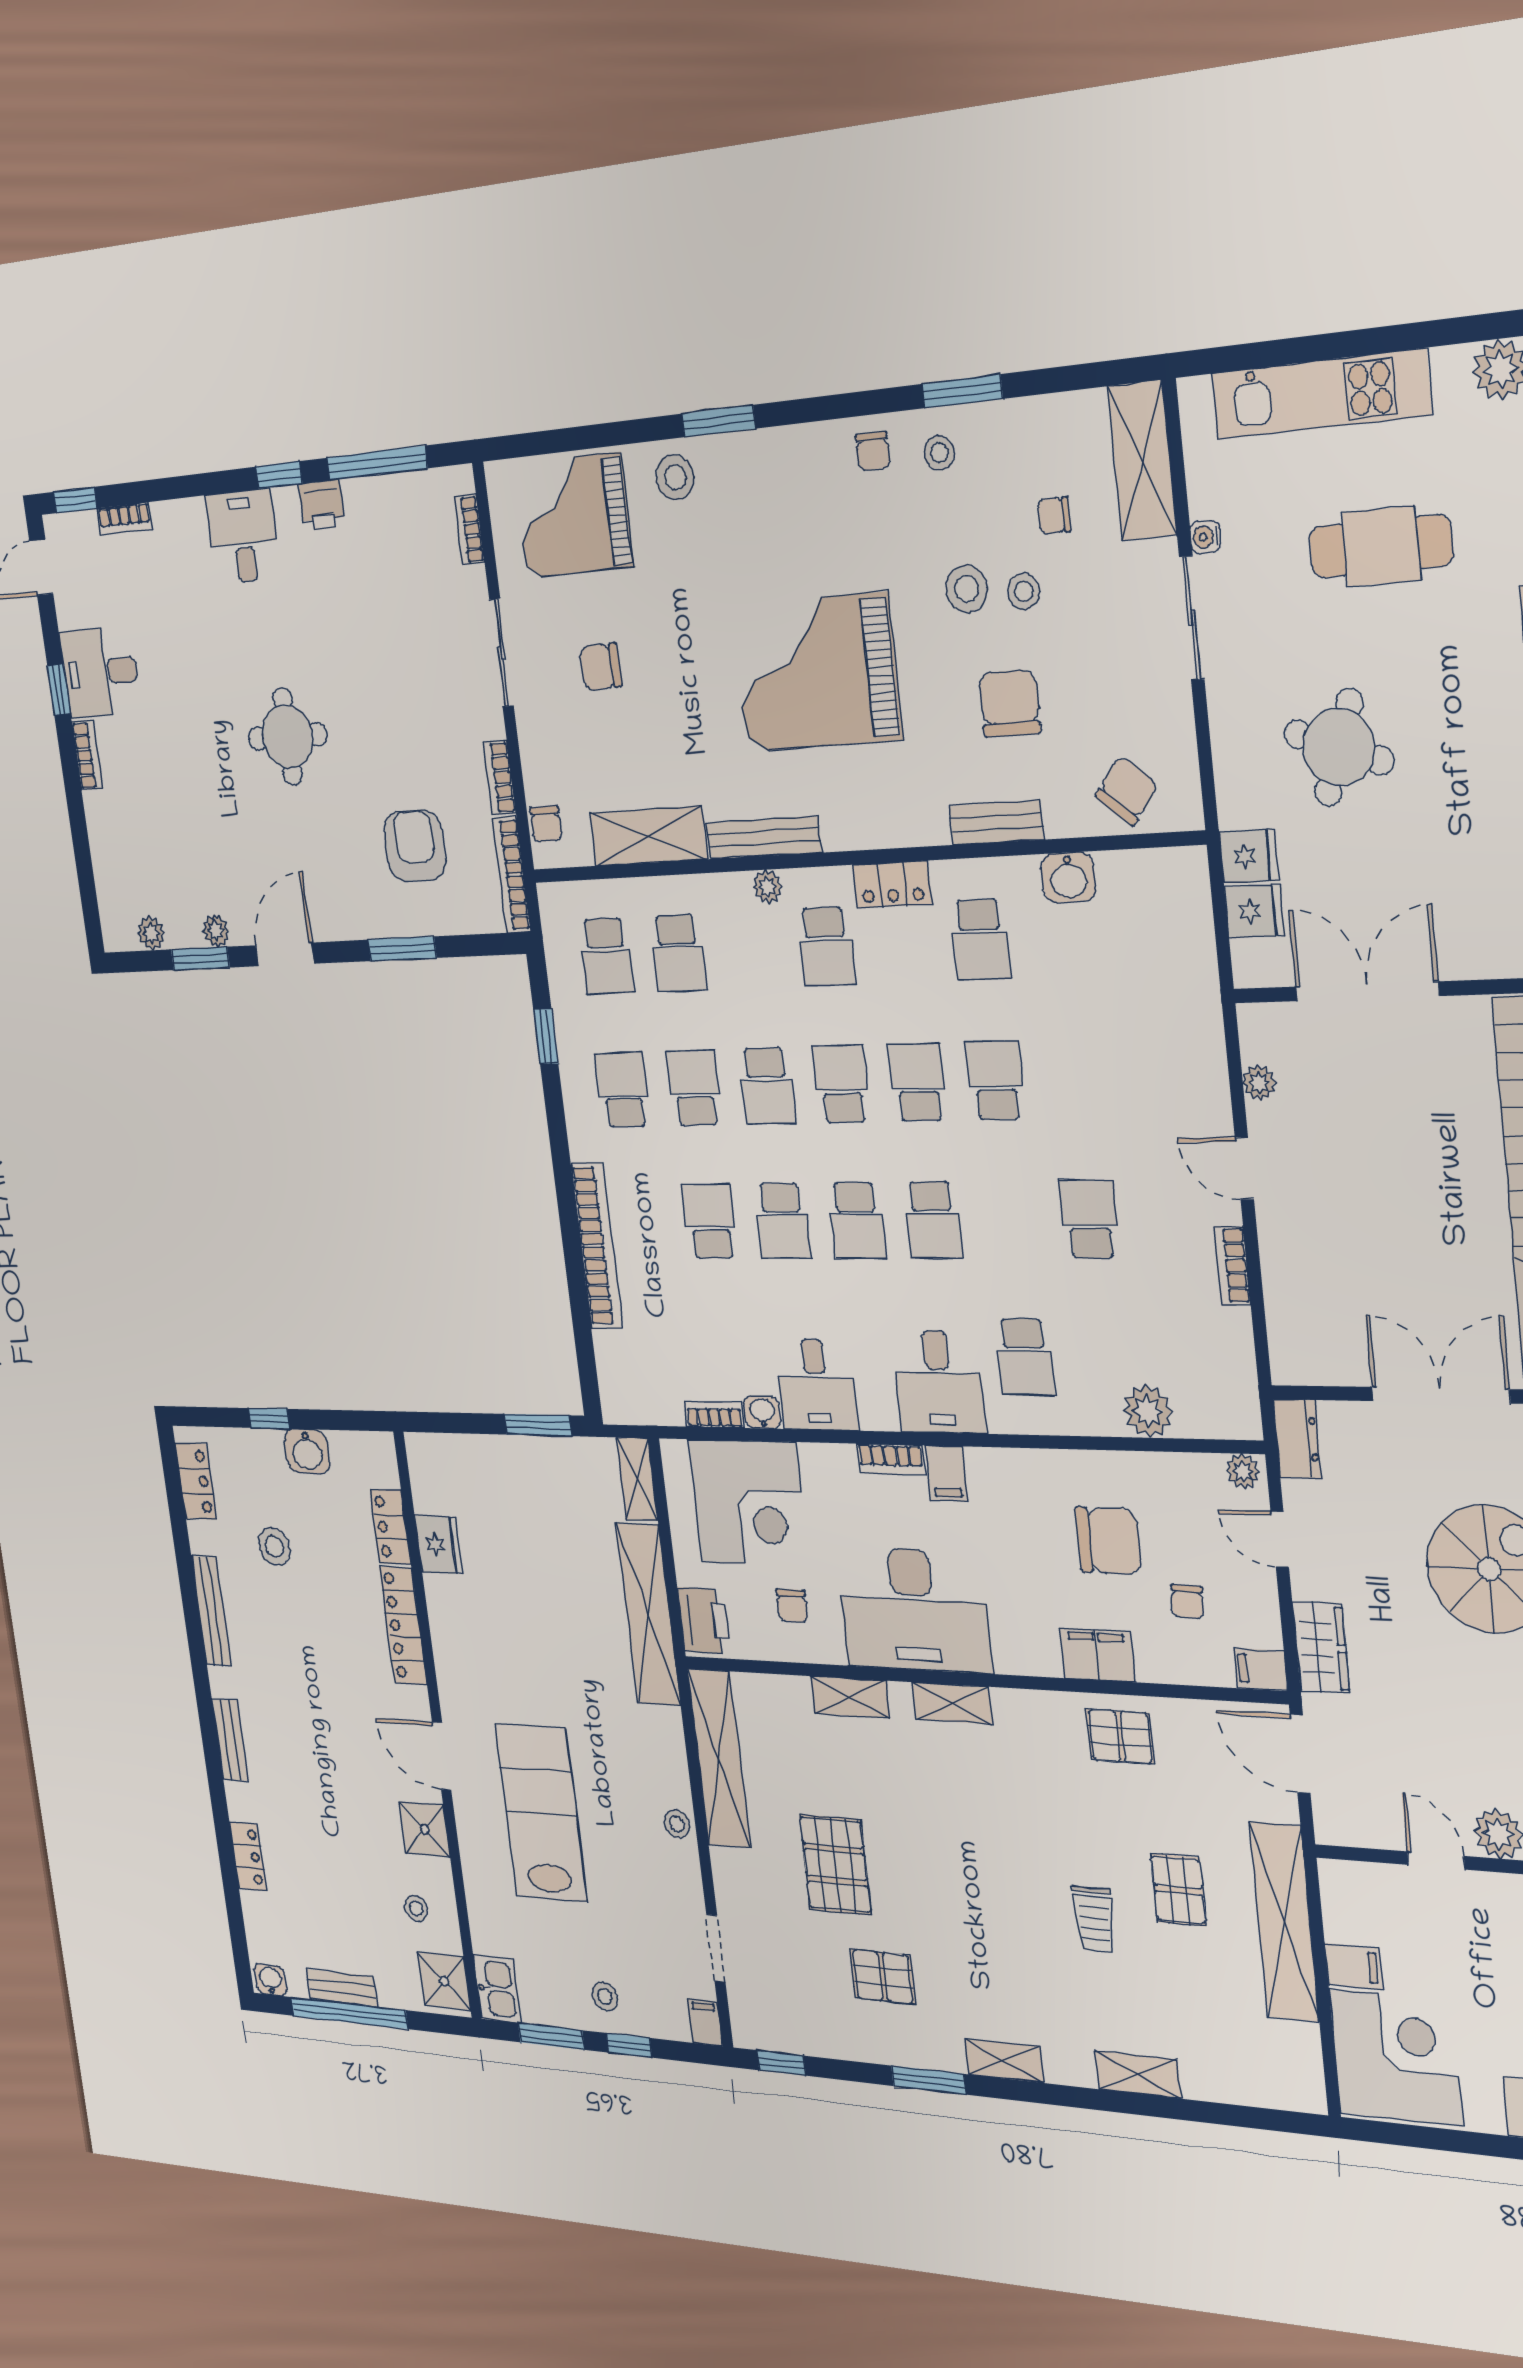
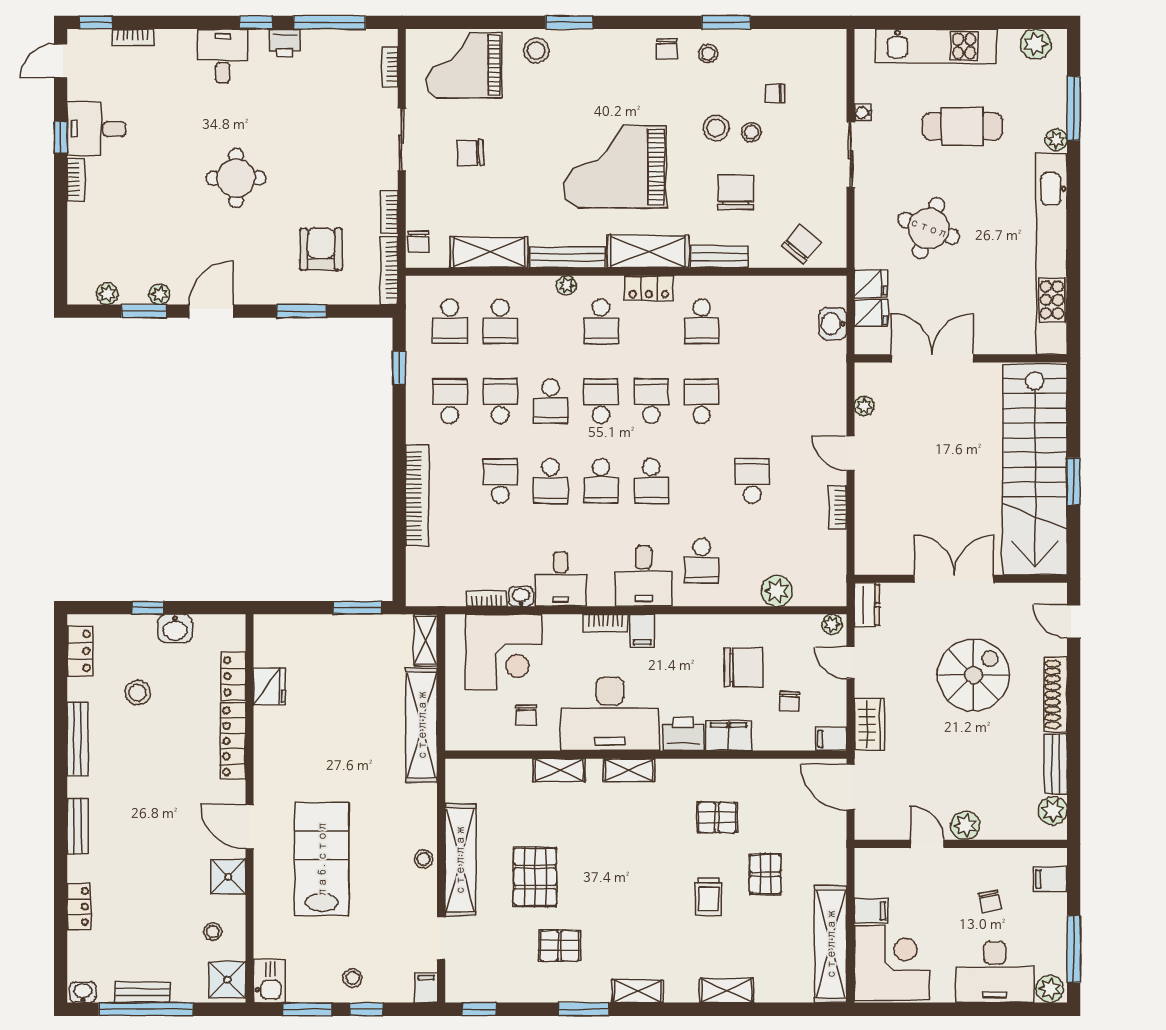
shelving: (1142, 461) -> (648, 252), moved, turned 90
washbasin: (1068, 878) -> (833, 324), moved, turned 90
printer: (704, 1620) -> (684, 734), moved, turned -90
pallet: (1120, 1736) -> (717, 817), moved
shelving: (719, 1758) -> (460, 860), moved
shelving: (1284, 1922) -> (831, 944), moved

